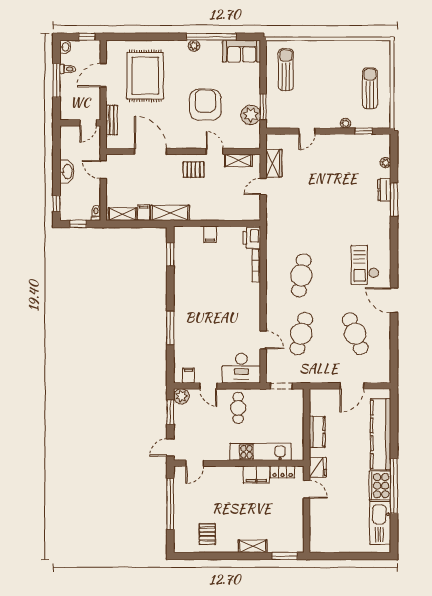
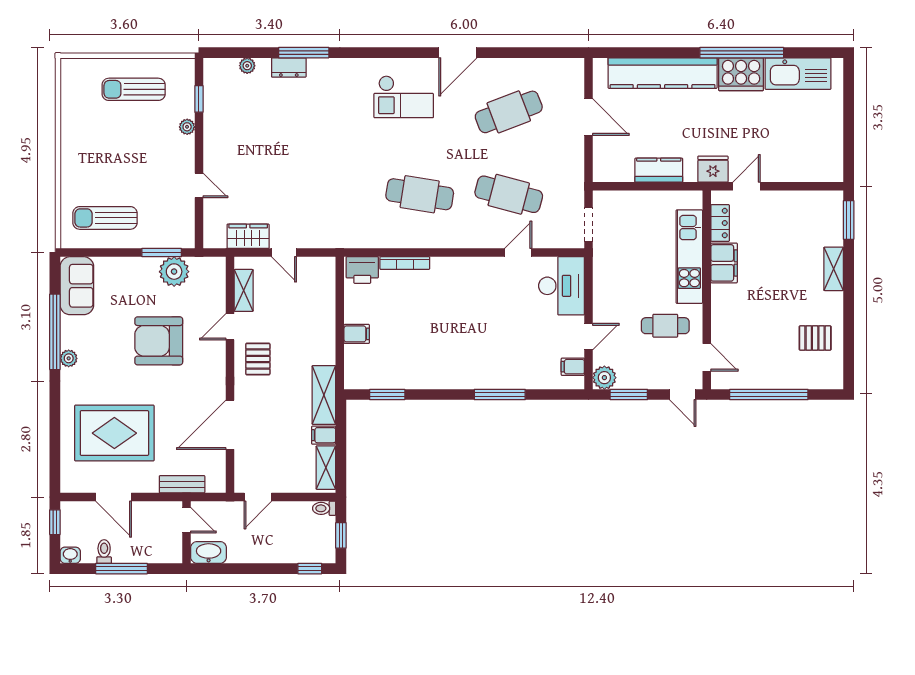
washbasin: (67, 172) -> (209, 552), moved
cafe table: (238, 408) -> (665, 326), moved

